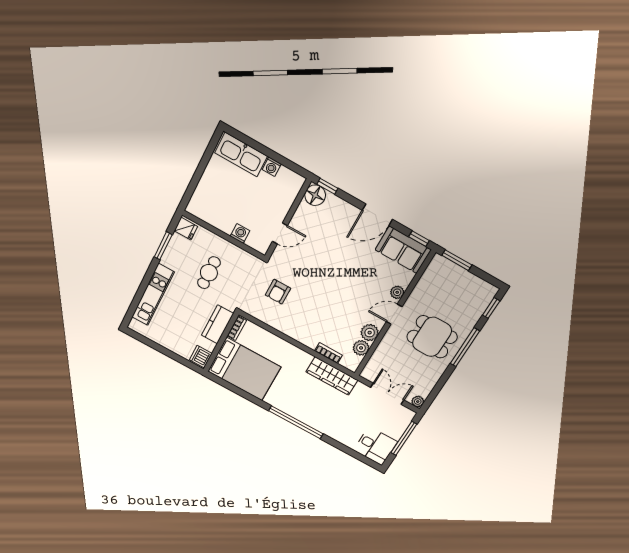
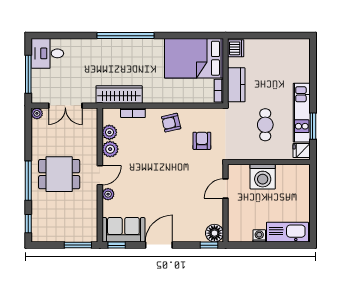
washing machine: (240, 234) -> (263, 177), width x1.89, depth x1.89
kitchen unit: (153, 295) -> (302, 113), moved
armchair: (298, 324) -> (171, 123), added

